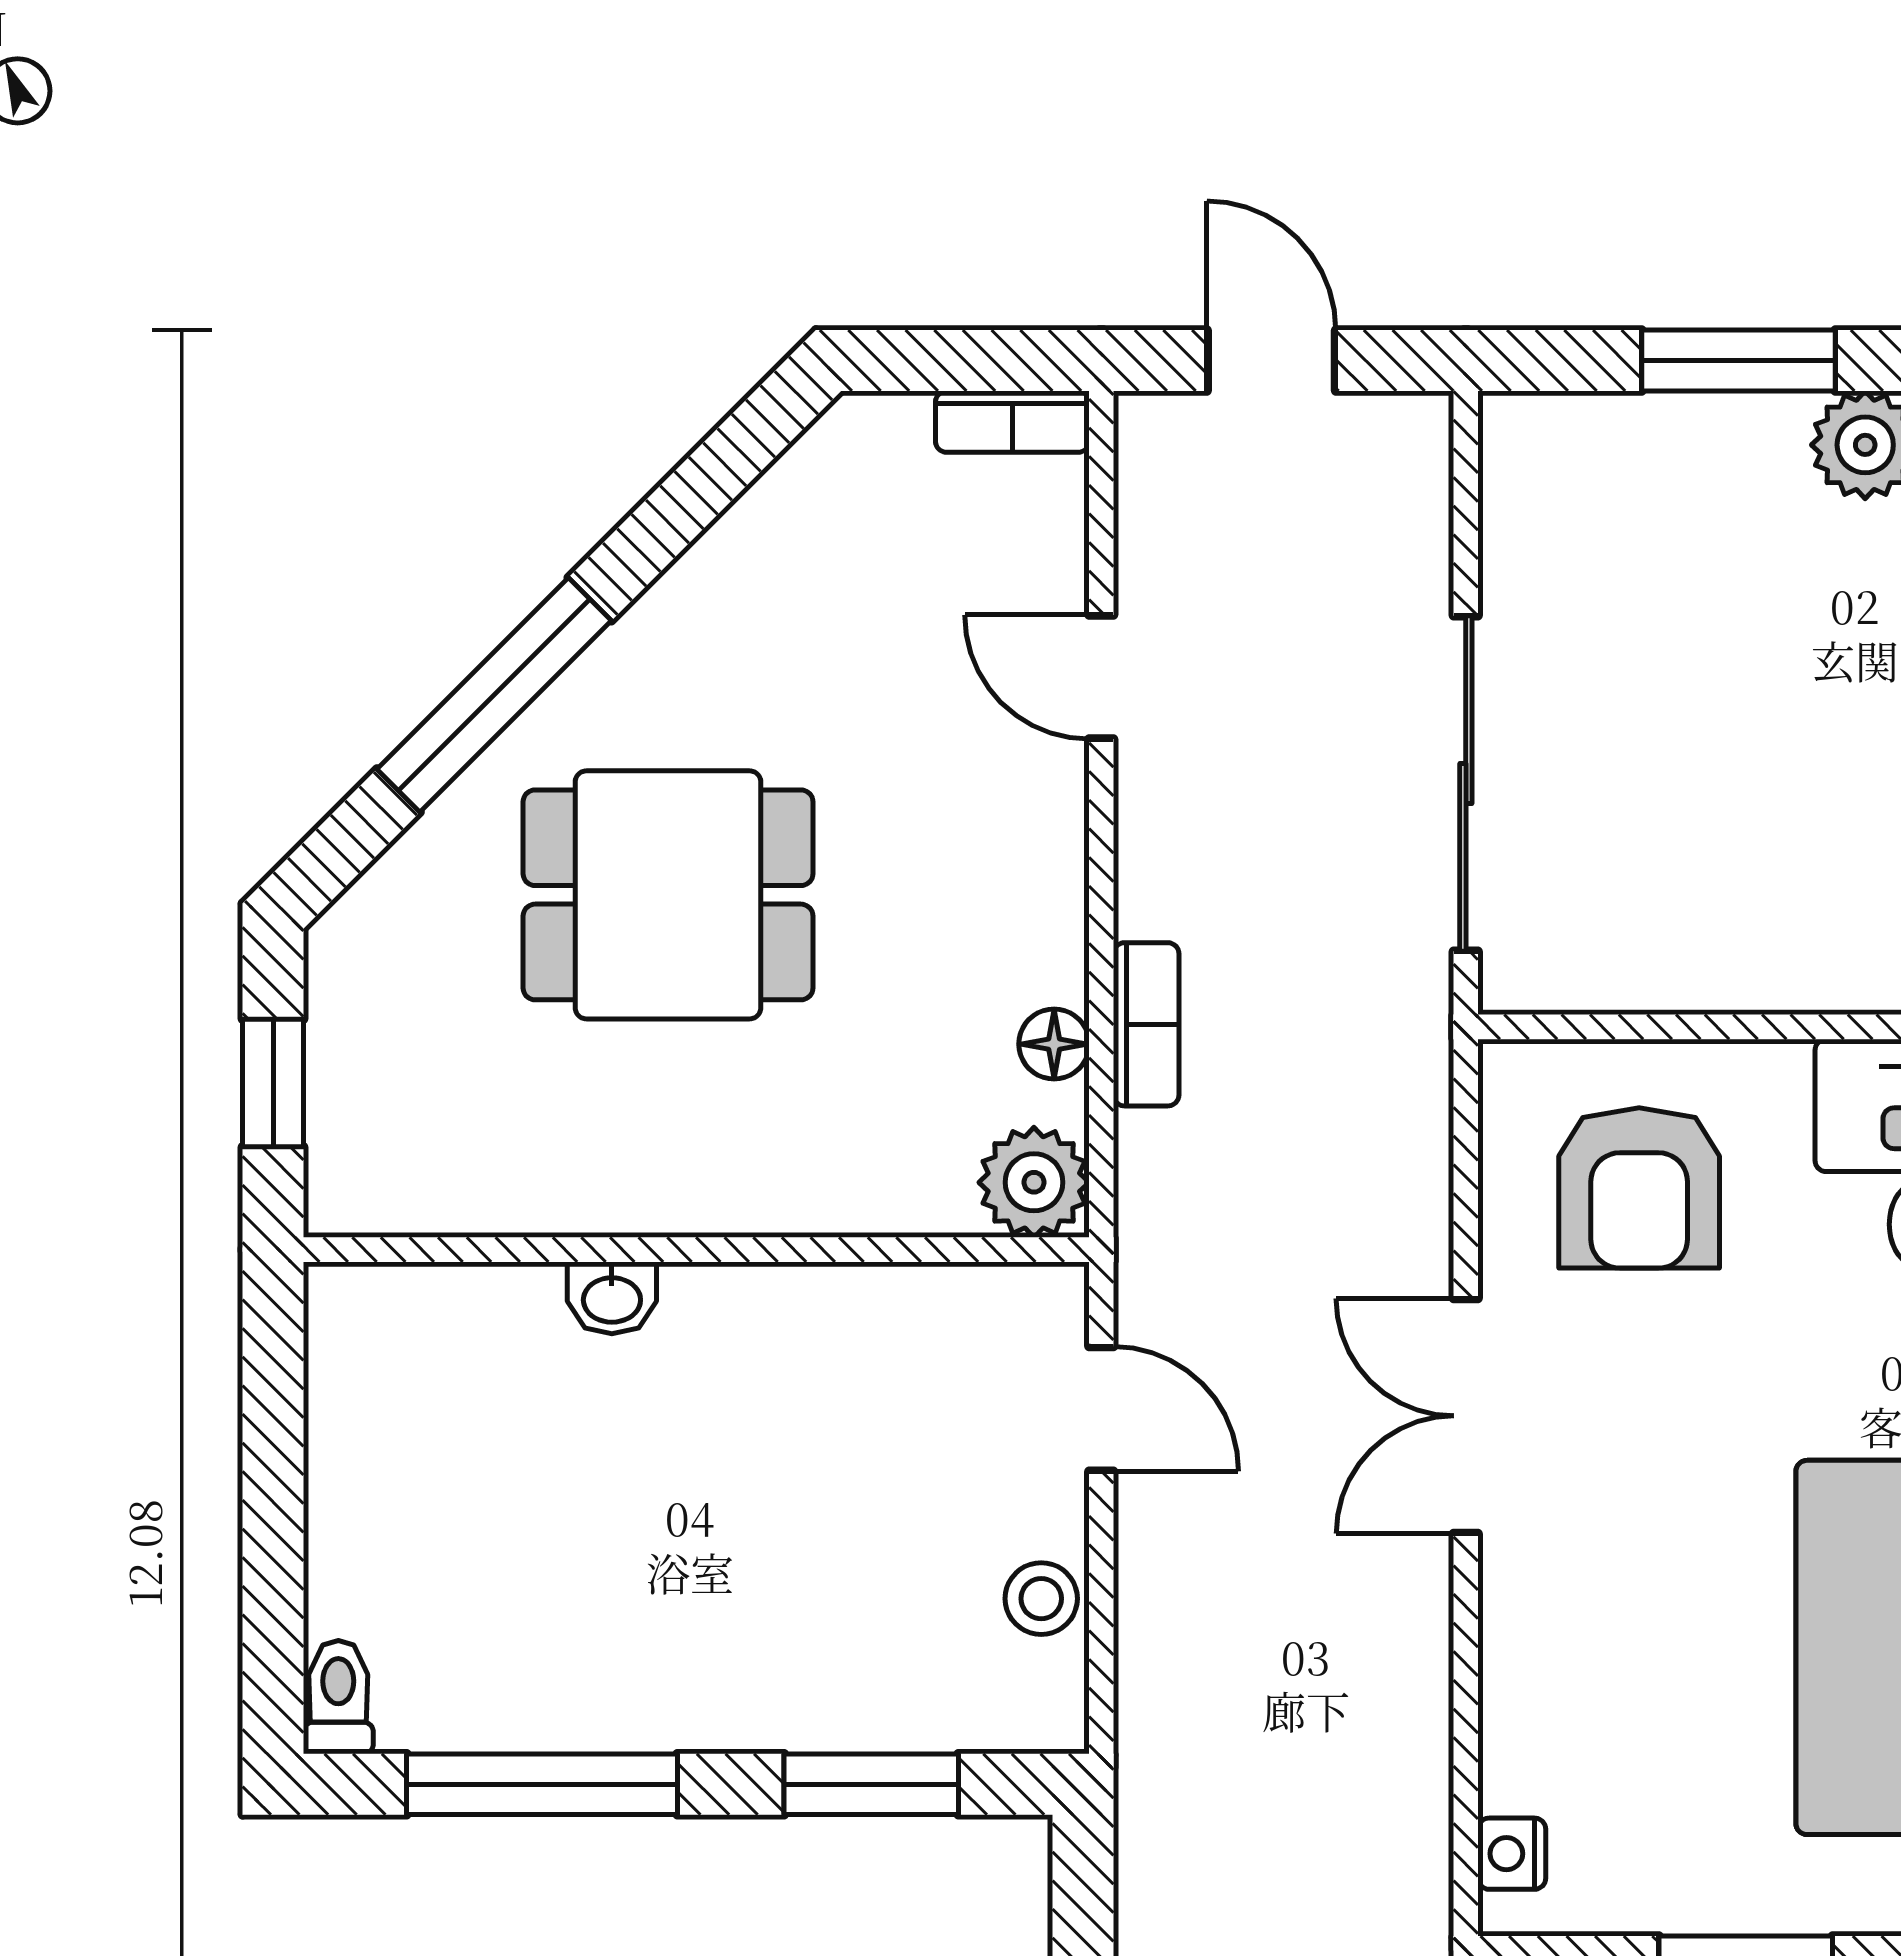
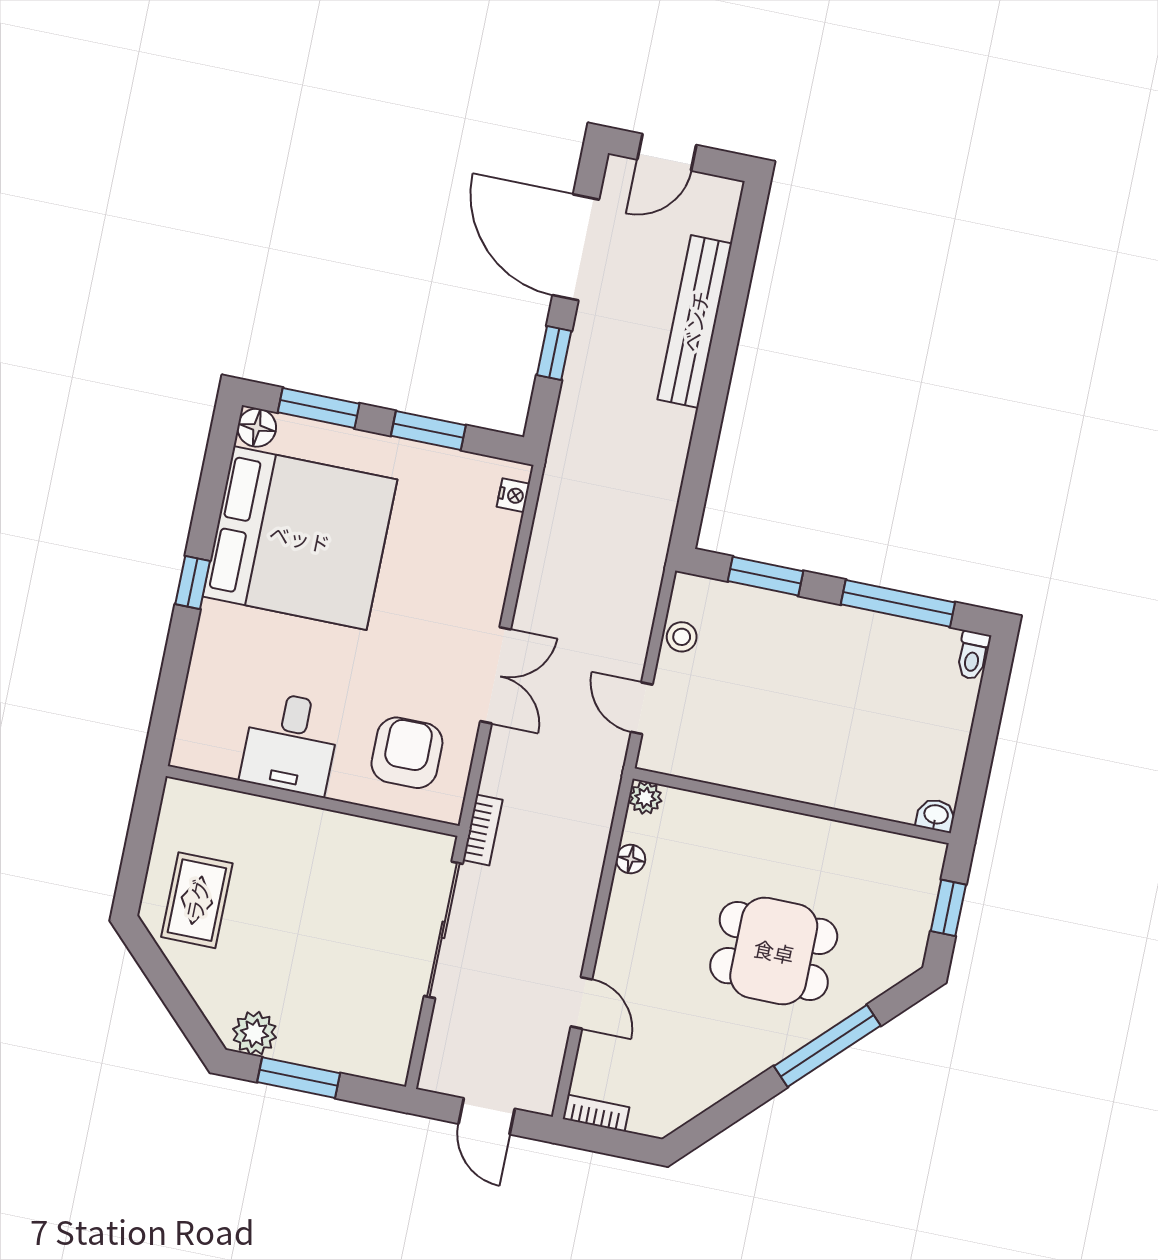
bookcase: (1146, 1024) -> (483, 830), moved, turned 180
plant: (1034, 1182) -> (645, 798), width x0.73, depth x0.73
washbasin: (612, 1298) -> (936, 815), moved

